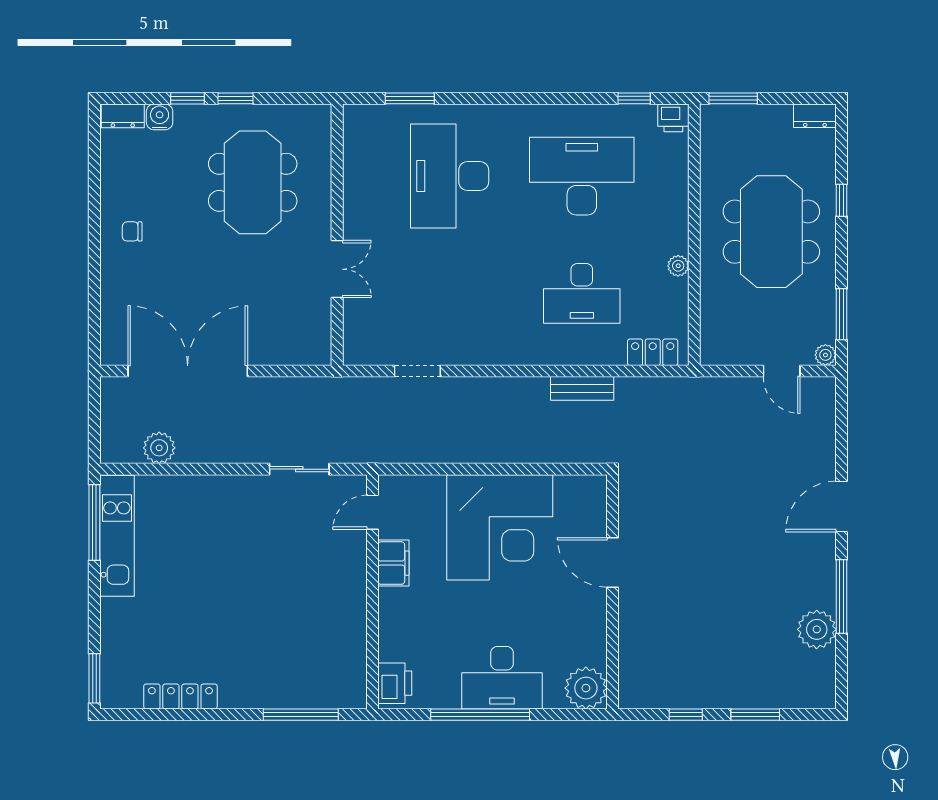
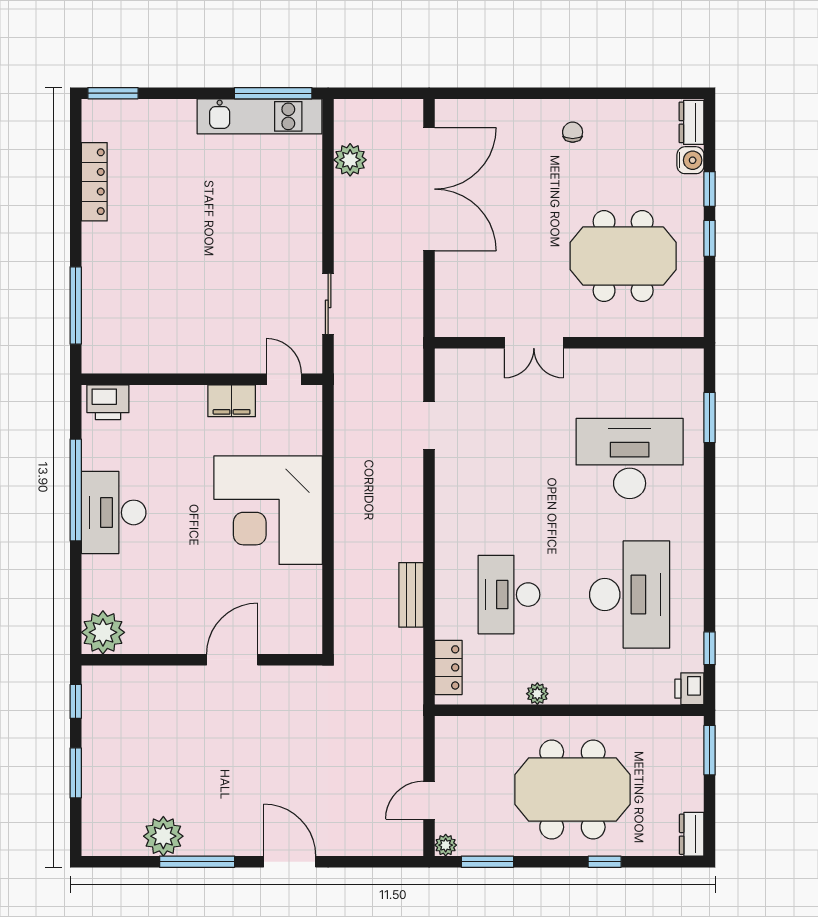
door: (612, 562) -> (232, 660), moved
wall: (612, 592) -> (202, 660), moved
plant: (586, 688) -> (103, 632), moved

